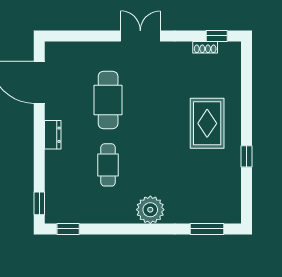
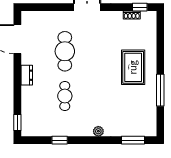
window: (247, 156) -> (160, 90), width x2.17
plant: (150, 210) -> (98, 131), width x0.53, depth x0.53
window: (68, 229) -> (60, 140), moved

